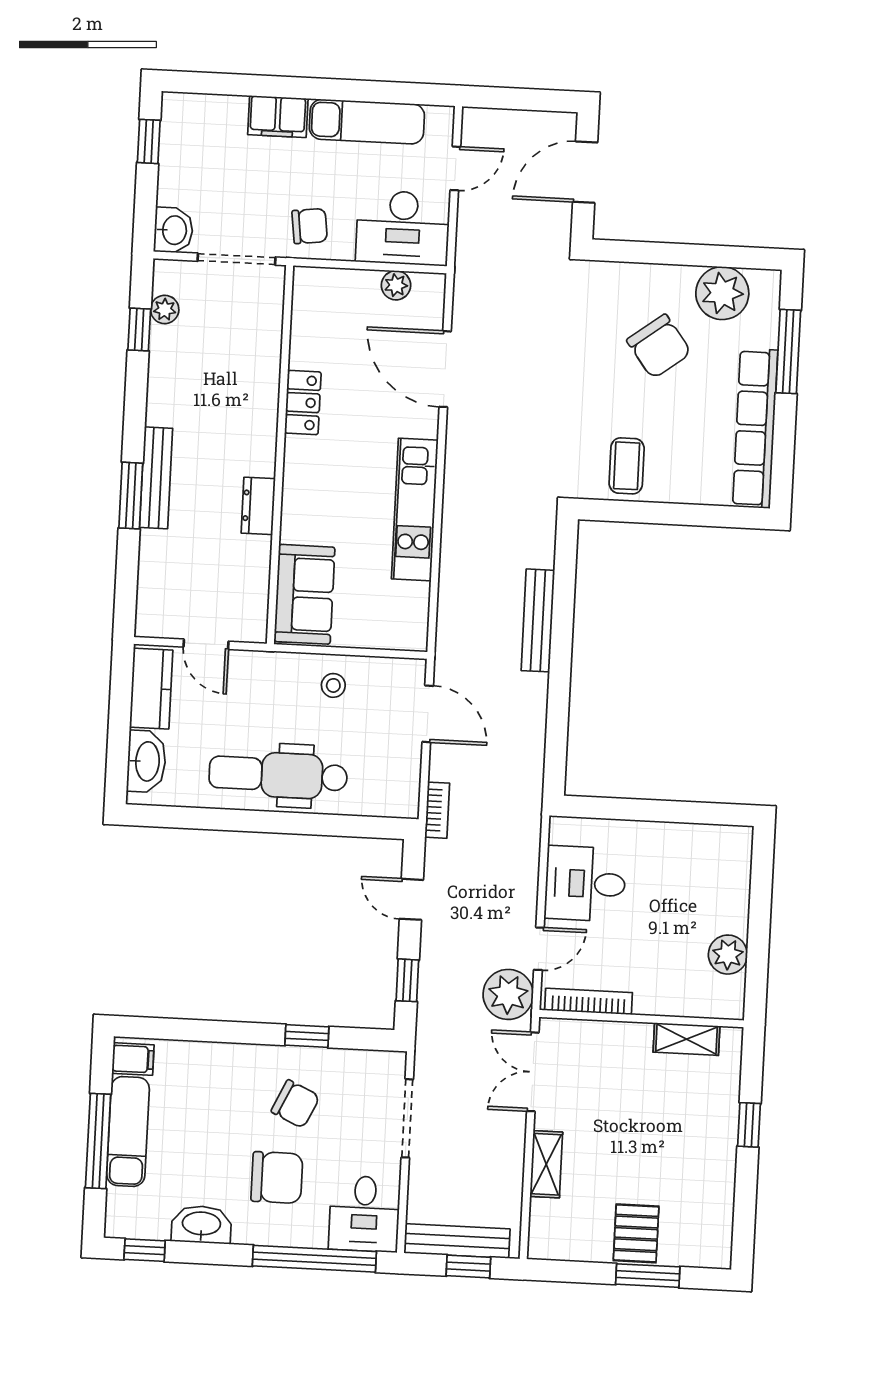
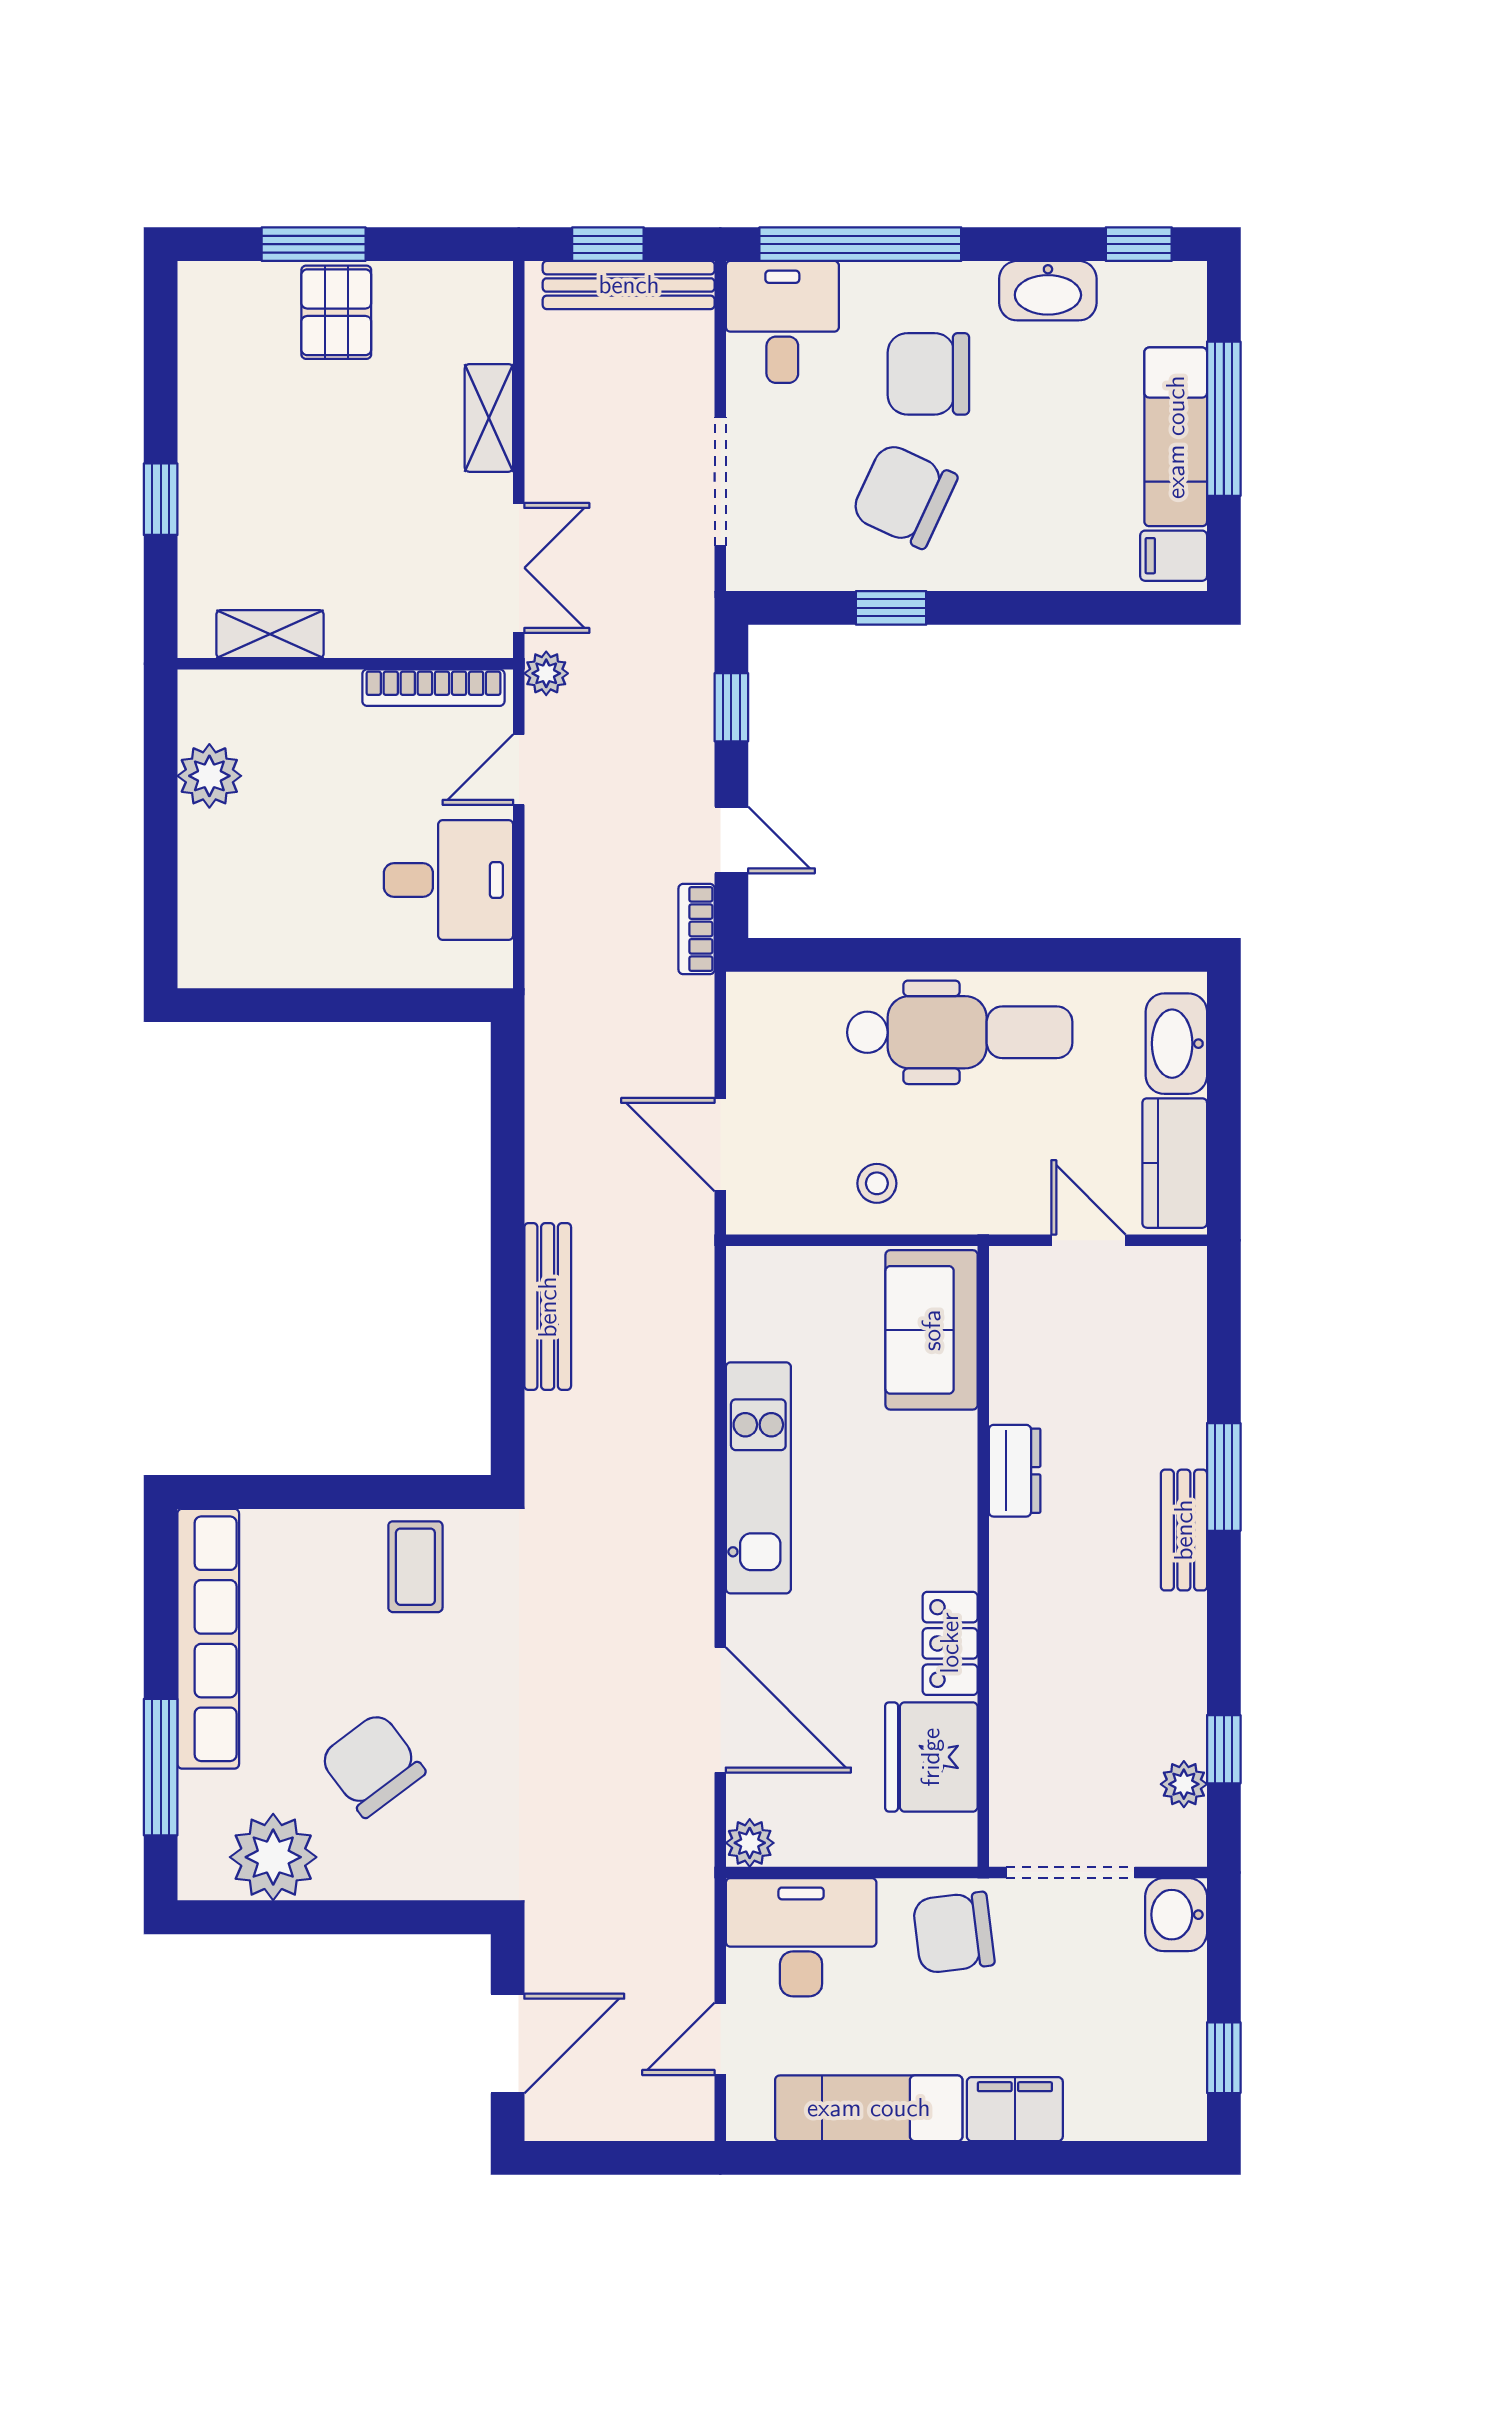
chair: (310, 226) -> (954, 1933), width x1.37, depth x1.37
plant: (396, 285) -> (750, 1843), moved
fridge: (318, 334) -> (931, 1757), added
bench: (156, 478) -> (1184, 1530), width x0.73
bookcase: (437, 810) -> (697, 929), moved
plant: (508, 994) -> (546, 673), width x0.53, depth x0.53
chair: (295, 1104) -> (904, 496), width x1.37, depth x1.37

